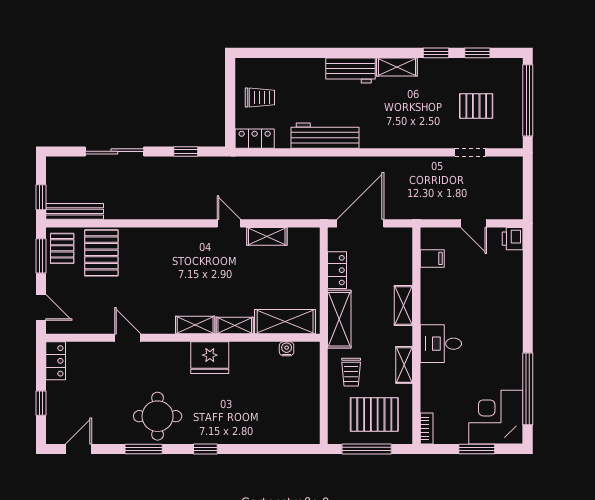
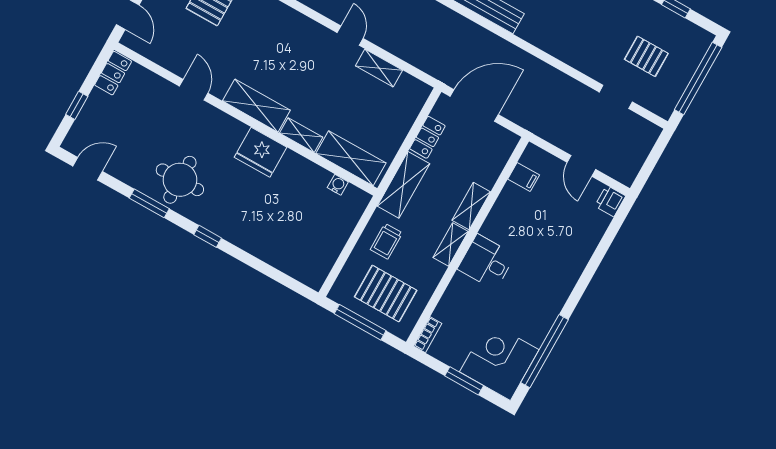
shelving: (195, 325) -> (256, 106), width x1.50, depth x1.33
shelving: (404, 365) -> (451, 245), moved

